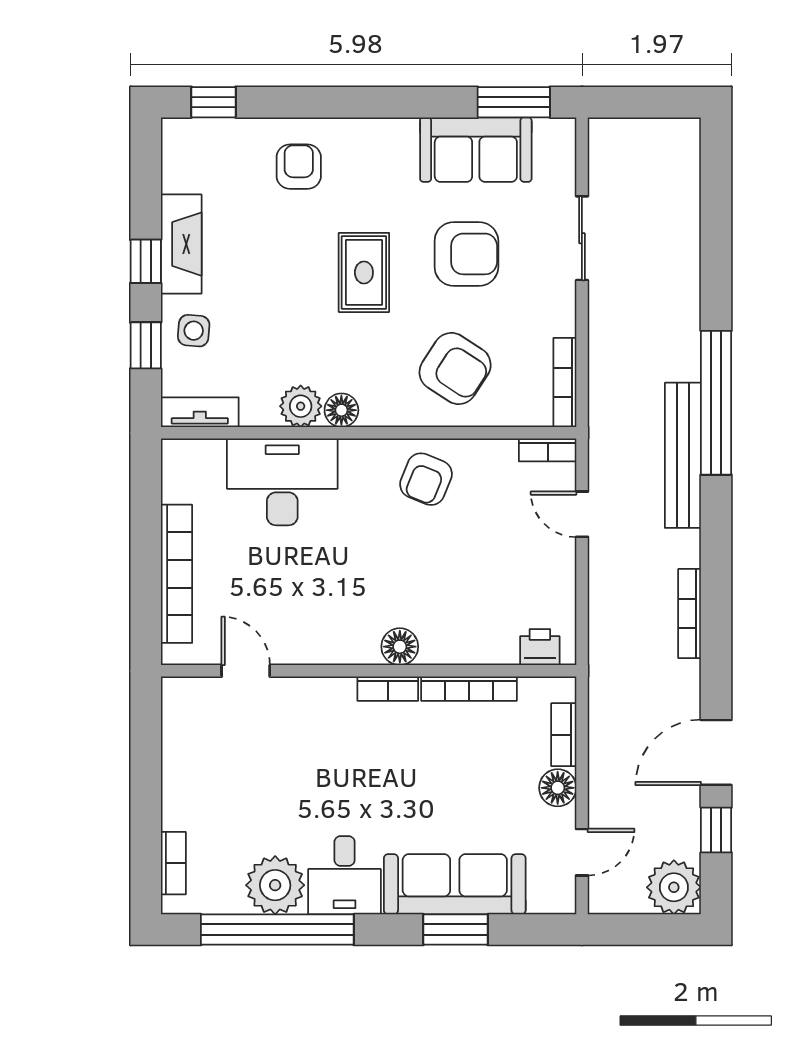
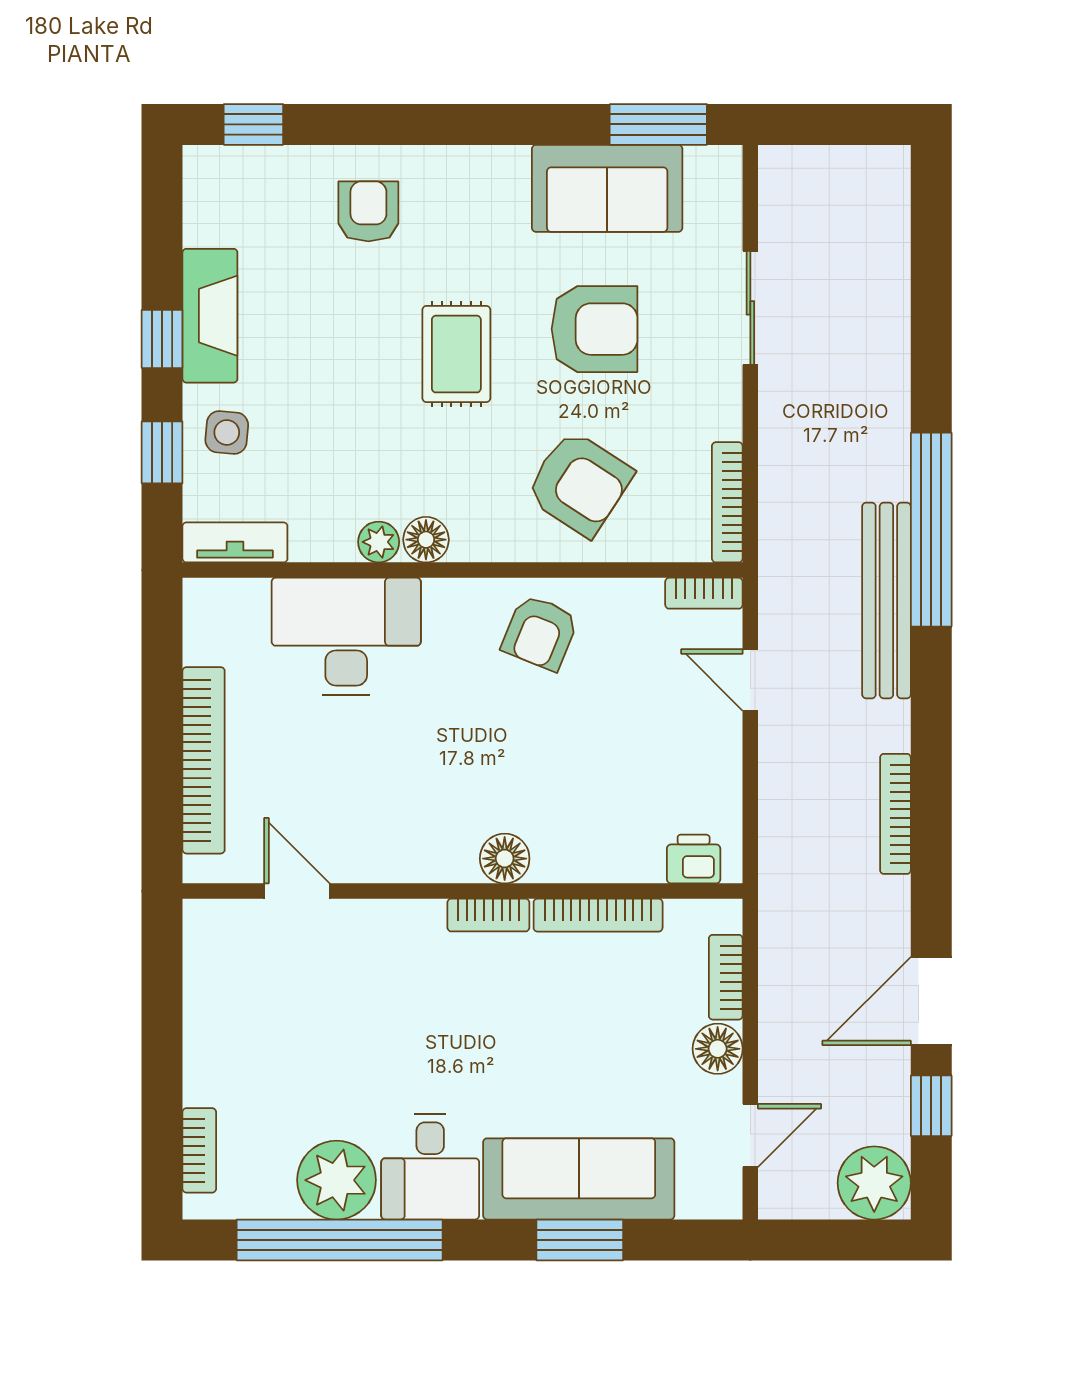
plant: (301, 406) -> (379, 542), width x0.73, depth x0.73

